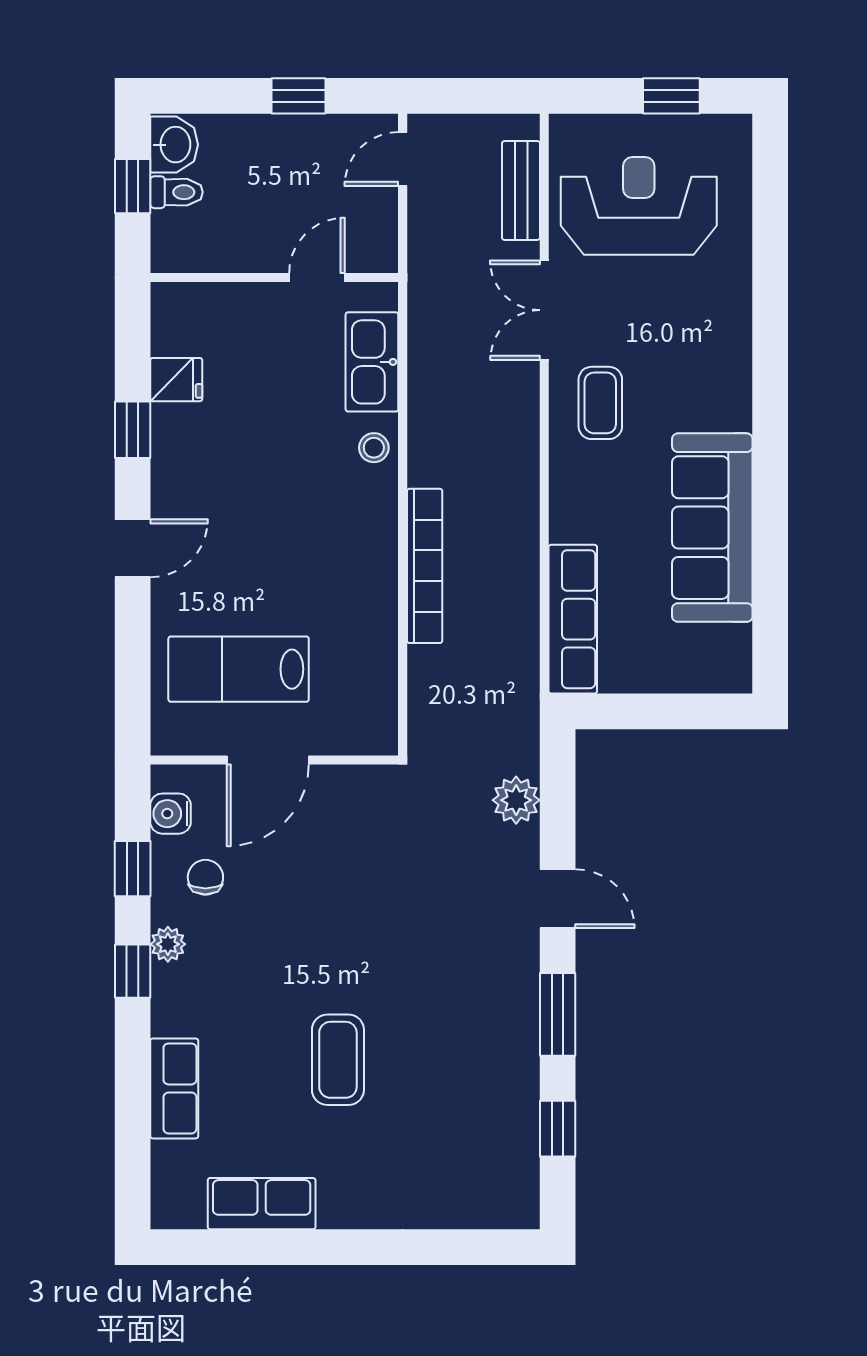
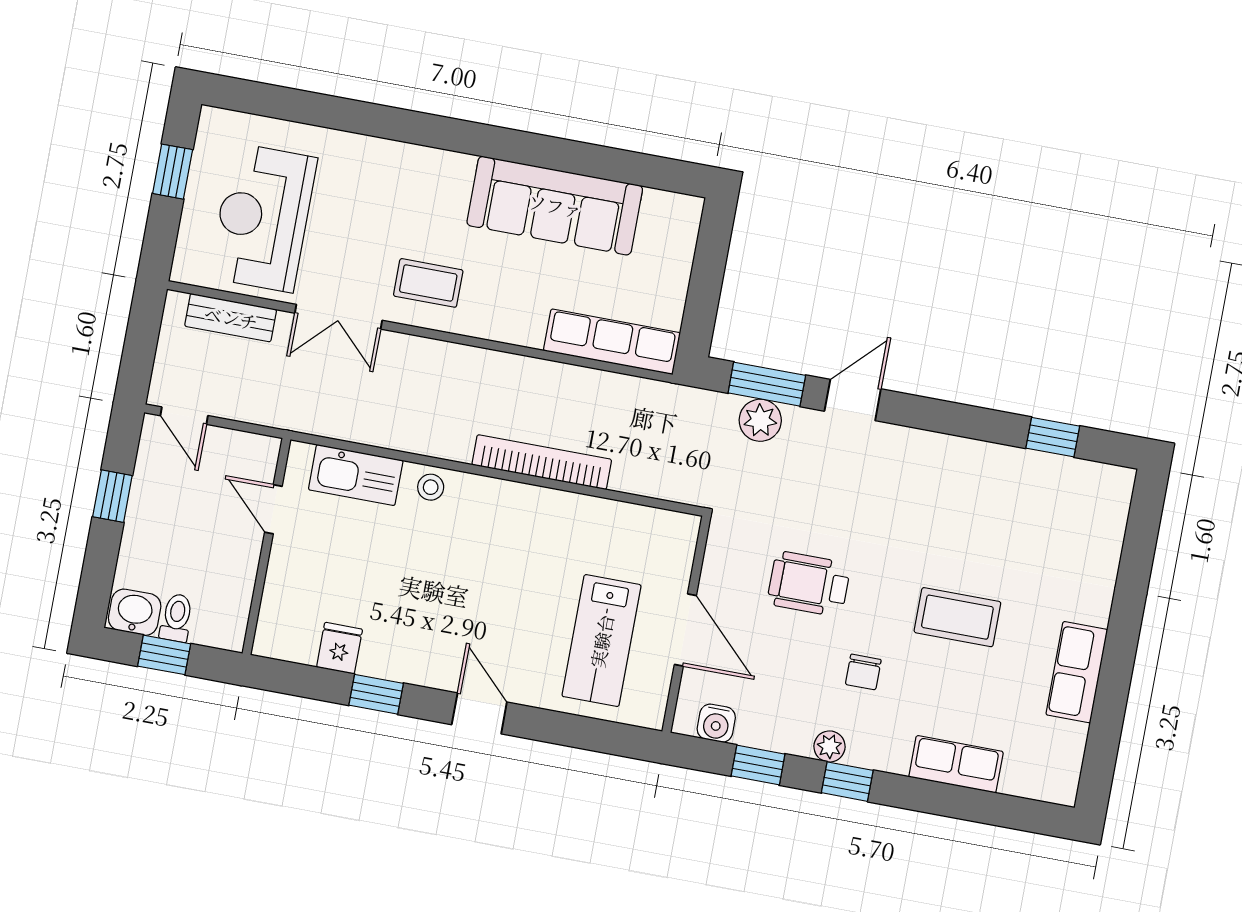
chair: (205, 877) -> (863, 672), moved, turned -90
wheelchair: (344, 888) -> (809, 584), added
window: (558, 1014) -> (767, 384), moved
row of seats: (262, 1204) -> (1077, 672), moved

